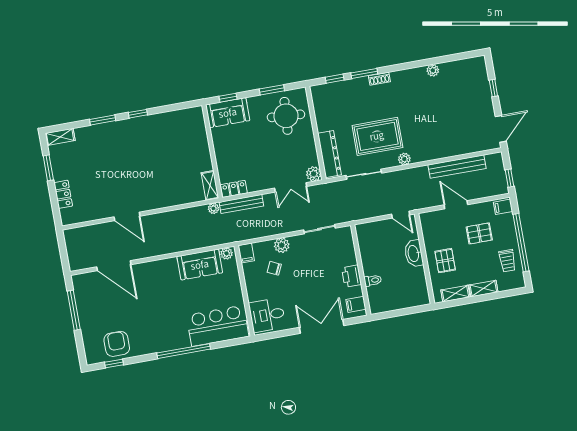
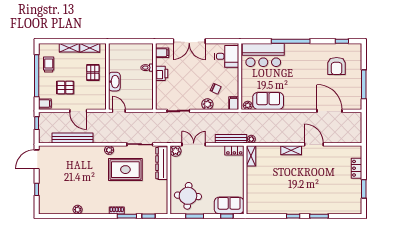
shelving: (60, 137) -> (291, 150), moved
armchair: (117, 344) -> (337, 66), moved

